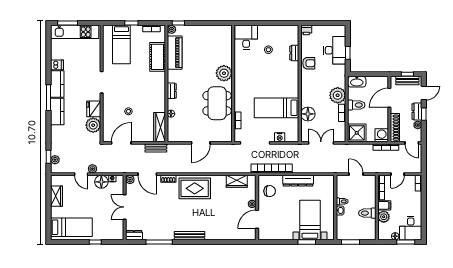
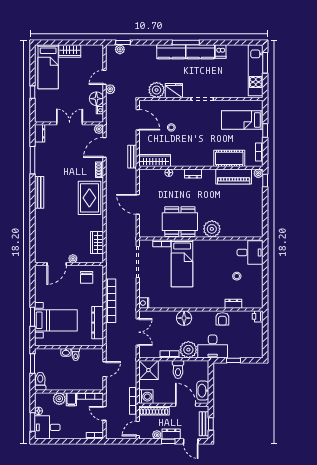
desk: (335, 50) -> (213, 347), moved
washbasin: (357, 82) -> (203, 391), moved
bed: (276, 108) -> (182, 263), moved, turned 180
floor lamp: (308, 114) -> (184, 318), moved
nightstand: (280, 137) -> (144, 303), moved
bookcase: (272, 168) -> (111, 301), moved
dresser: (298, 181) -> (98, 323), moved
wardrobe: (57, 196) -> (70, 51), moved
toilet: (367, 213) -> (40, 381), moved
door: (257, 219) -> (57, 264), swing flipped

